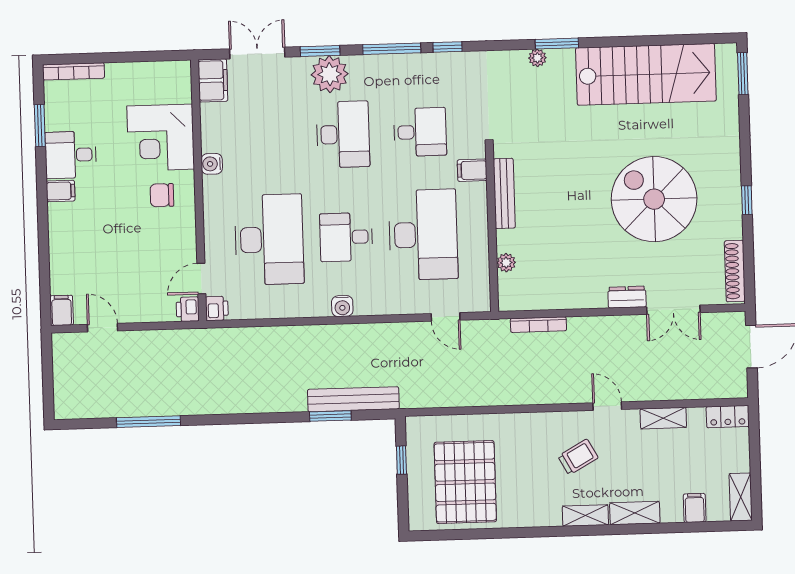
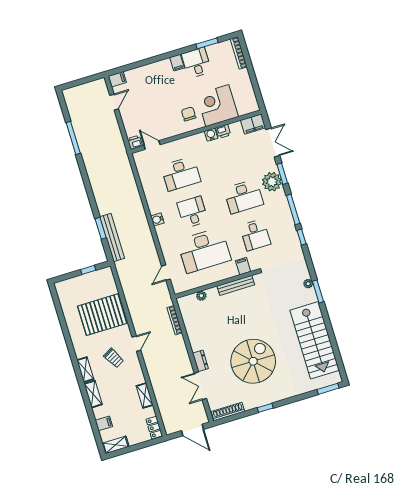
desk: (269, 239) -> (181, 174), width x0.73, depth x0.77
printer: (217, 308) -> (223, 131), moved
door: (607, 406) -> (136, 344), moved
pallet: (465, 482) -> (102, 315), moved

